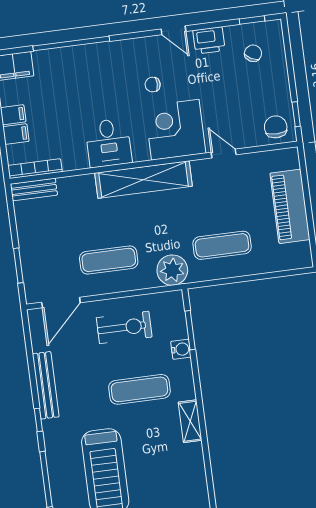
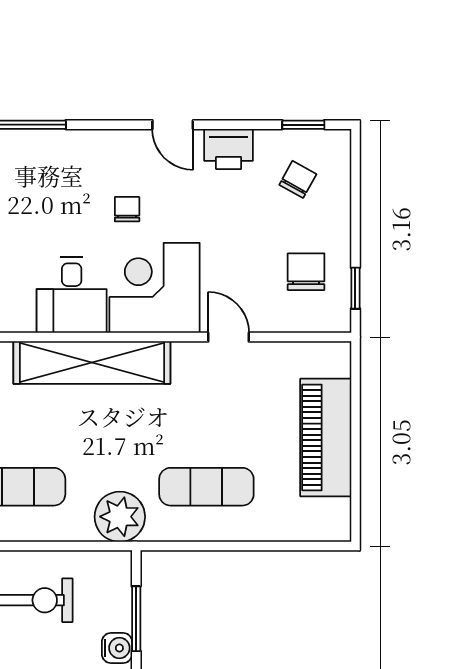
chair: (153, 85) -> (127, 209), turned 90
chair: (276, 127) -> (306, 272), moved
desk: (108, 143) -> (72, 295), moved

